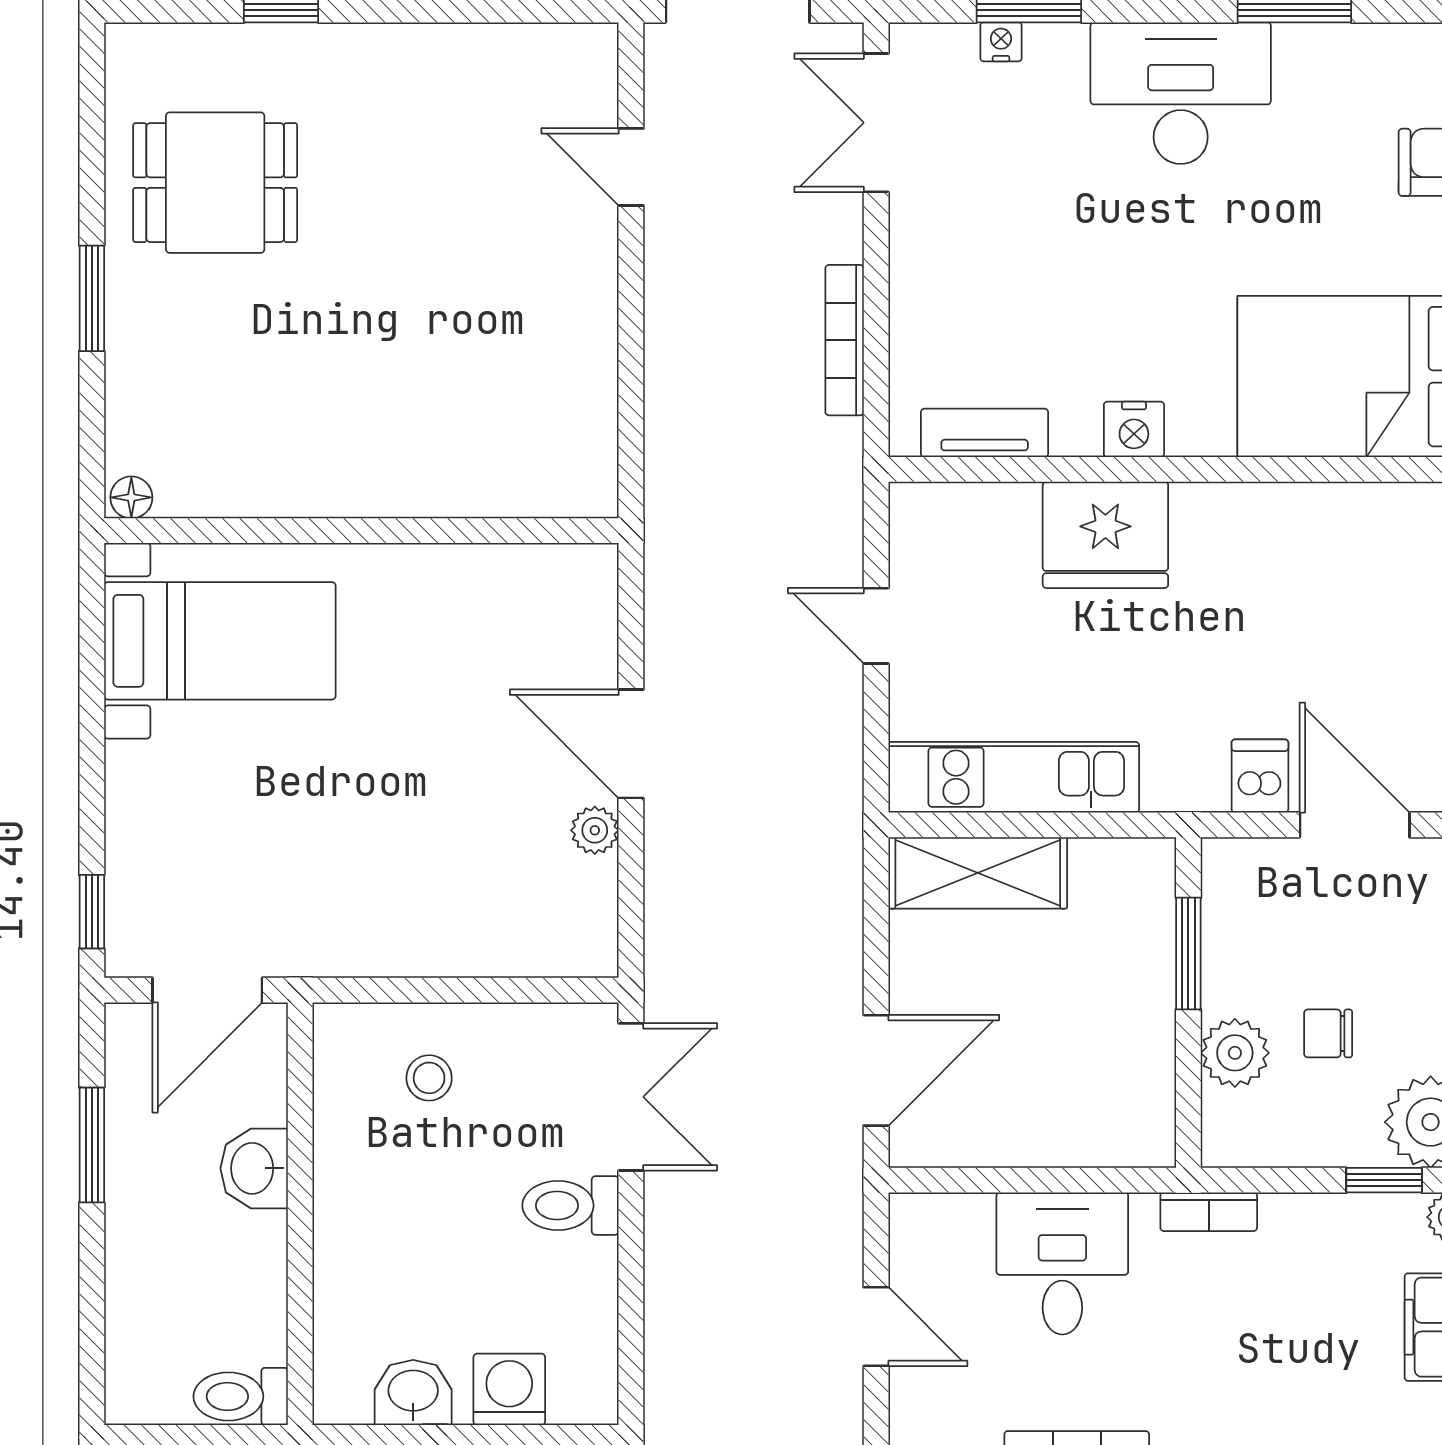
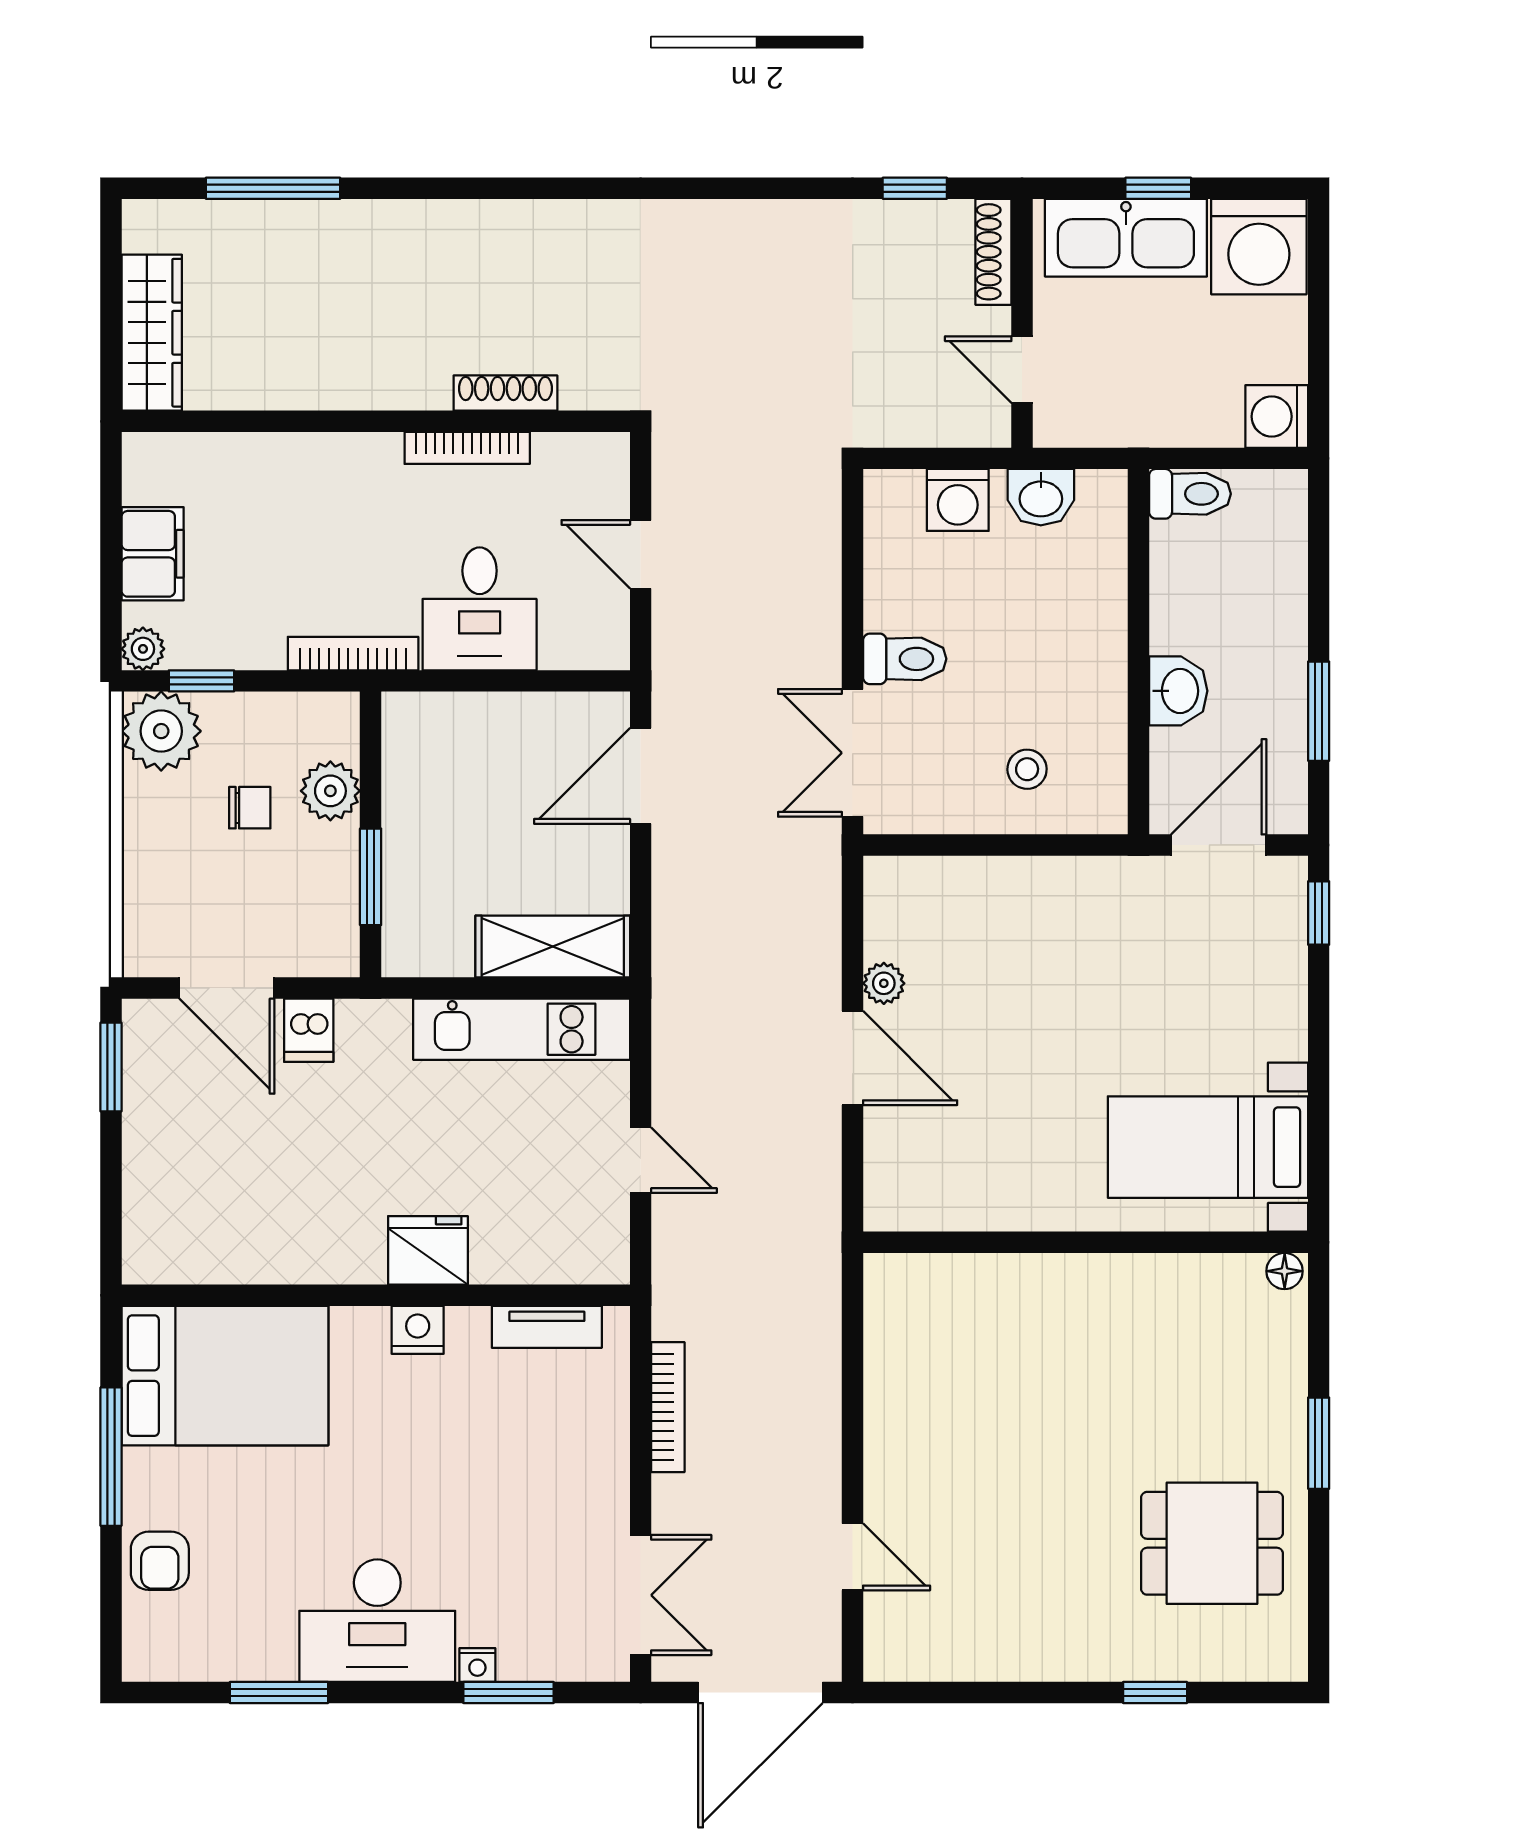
nightstand: (1001, 42) -> (477, 1665), moved
fridge: (1105, 535) -> (428, 1250), width x0.73, depth x0.75
bookcase: (1209, 1212) -> (353, 654), width x1.56

